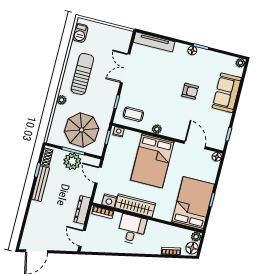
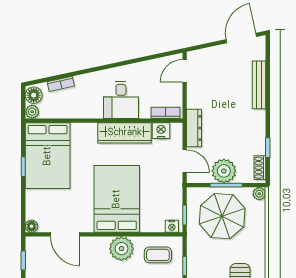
plant: (62, 100) -> (259, 194), moved
plant: (157, 129) -> (121, 249), width x1.88, depth x1.88
bench: (41, 184) -> (259, 85), moved
dresser: (82, 210) -> (194, 128), moved
door: (82, 238) -> (185, 71), swing flipped

